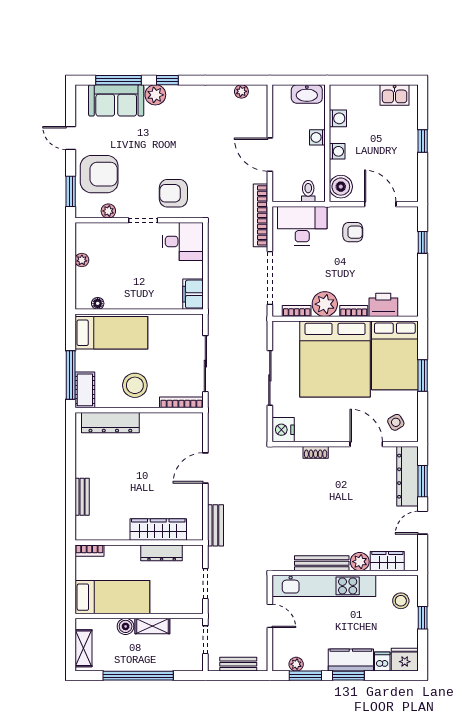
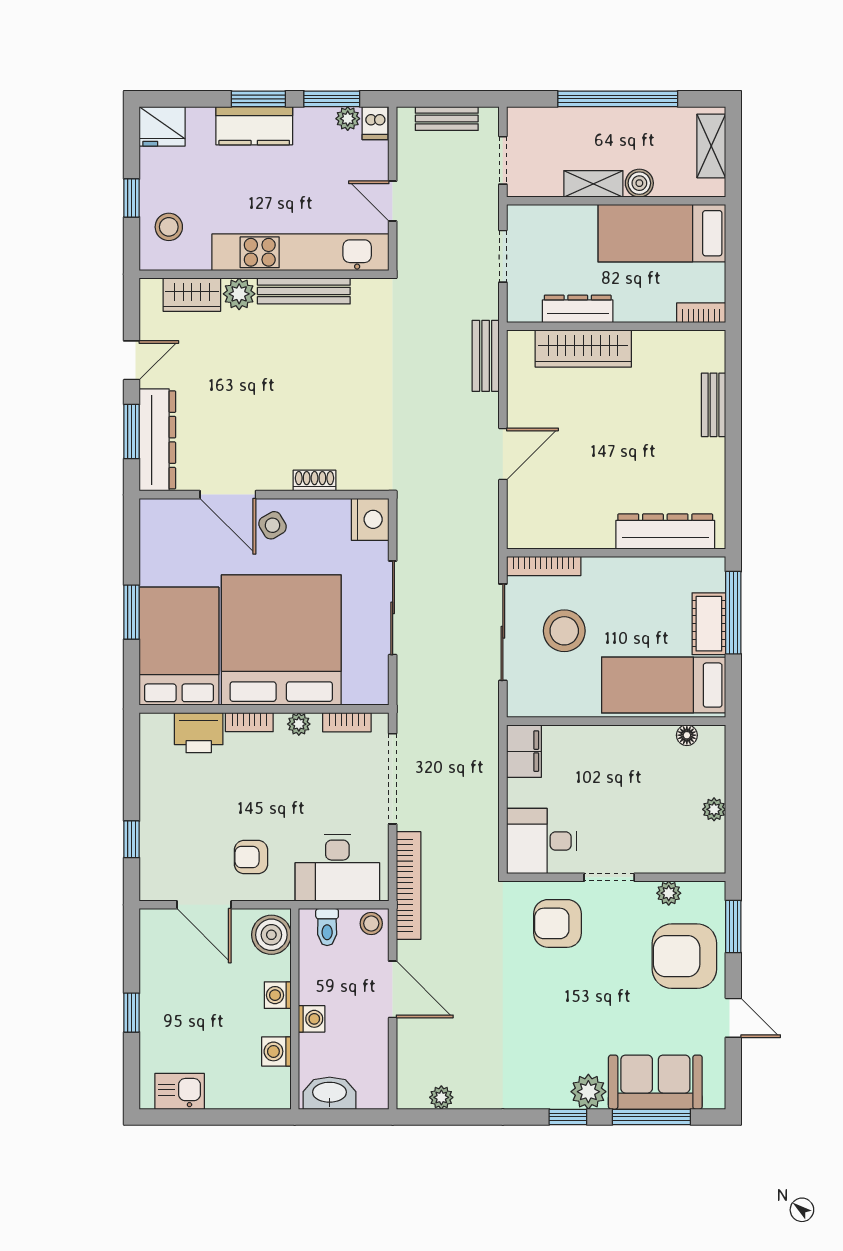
armchair: (173, 193) -> (558, 923), turned 180
stool: (282, 193) -> (371, 923), added
plant: (325, 304) -> (299, 724), width x0.53, depth x0.53
stool: (135, 385) -> (564, 631), moved
cot: (85, 390) -> (709, 624), moved
side table: (396, 422) -> (273, 525), moved
dishwasher: (382, 662) -> (375, 123), moved

